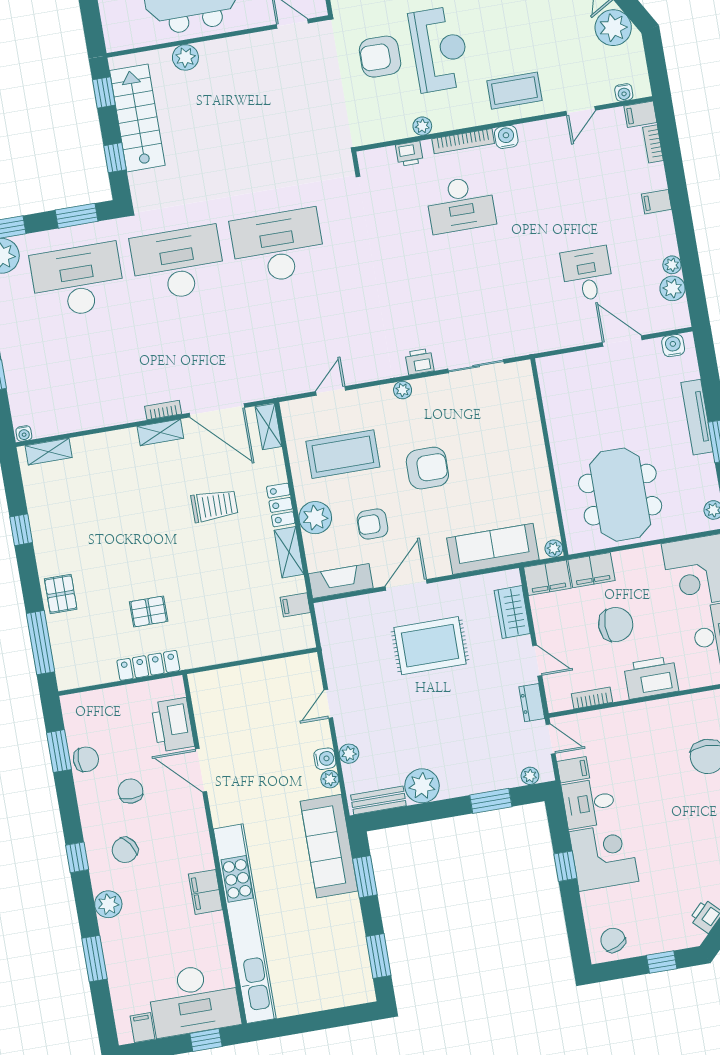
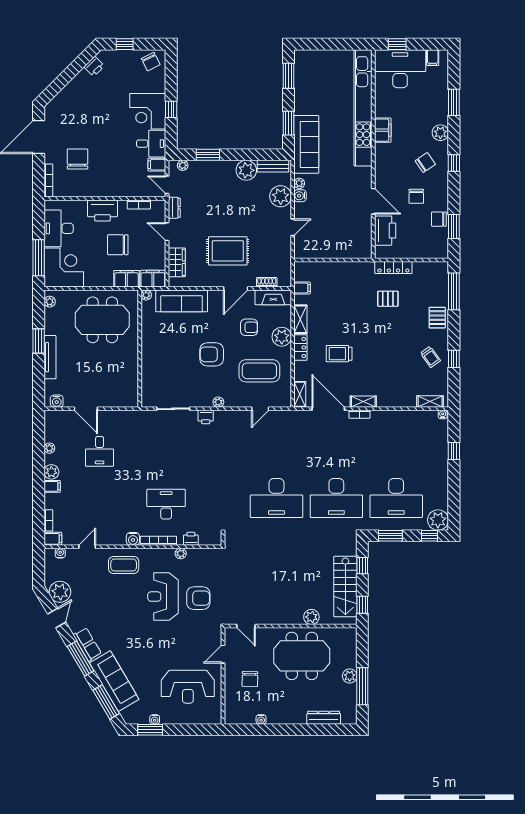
plant: (672, 288) -> (51, 472), moved
meeting table: (620, 495) -> (102, 320), turned 90
trolley: (61, 526) -> (430, 357), added
shoe rack: (356, 604) -> (267, 282), added
plant: (349, 754) -> (281, 196), width x1.88, depth x1.88

